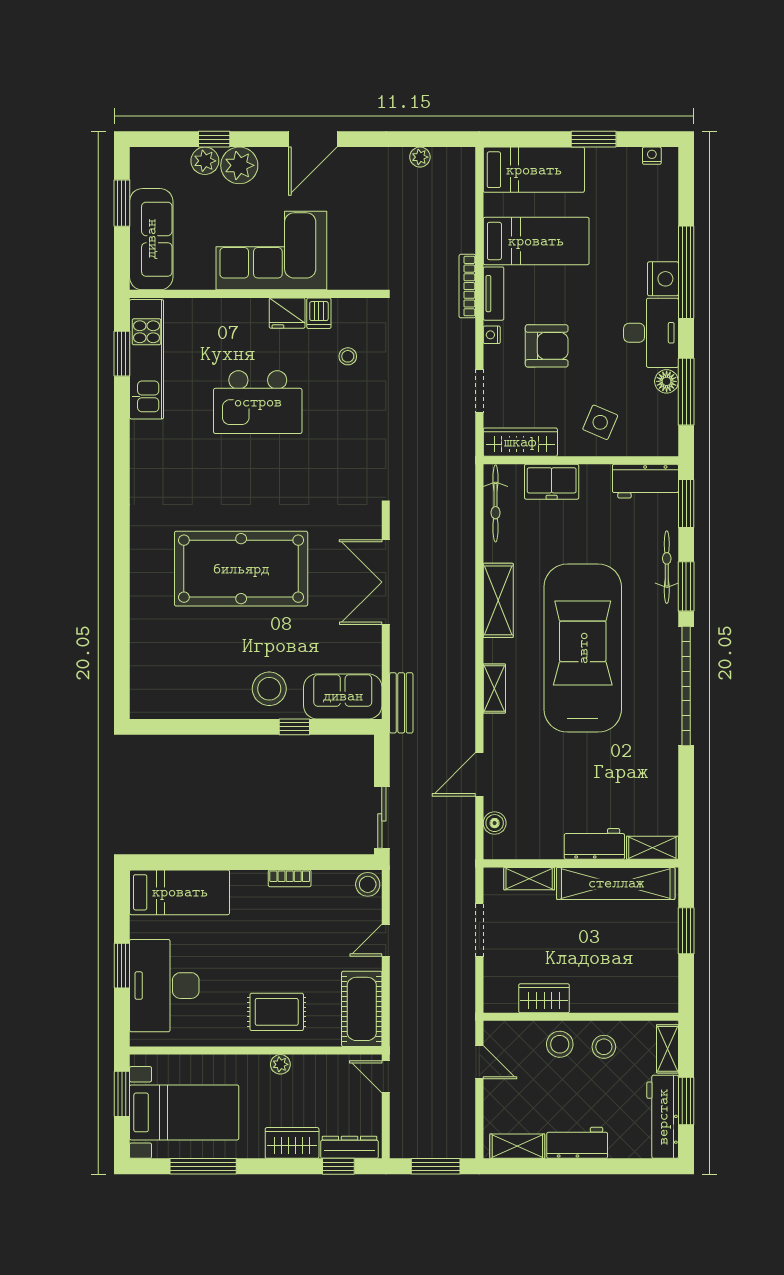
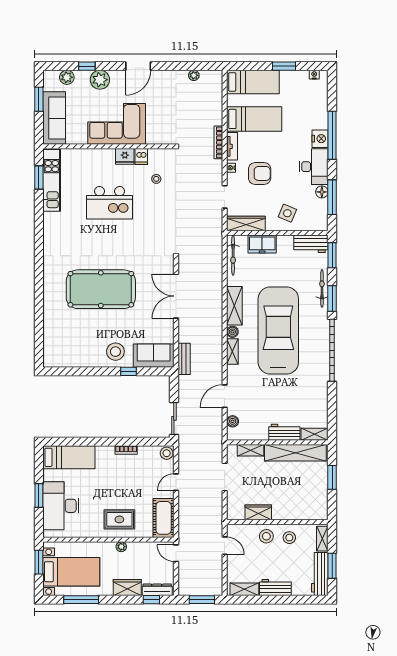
plant: (205, 161) -> (67, 77), moved
boiler: (494, 651) -> (232, 332), added

